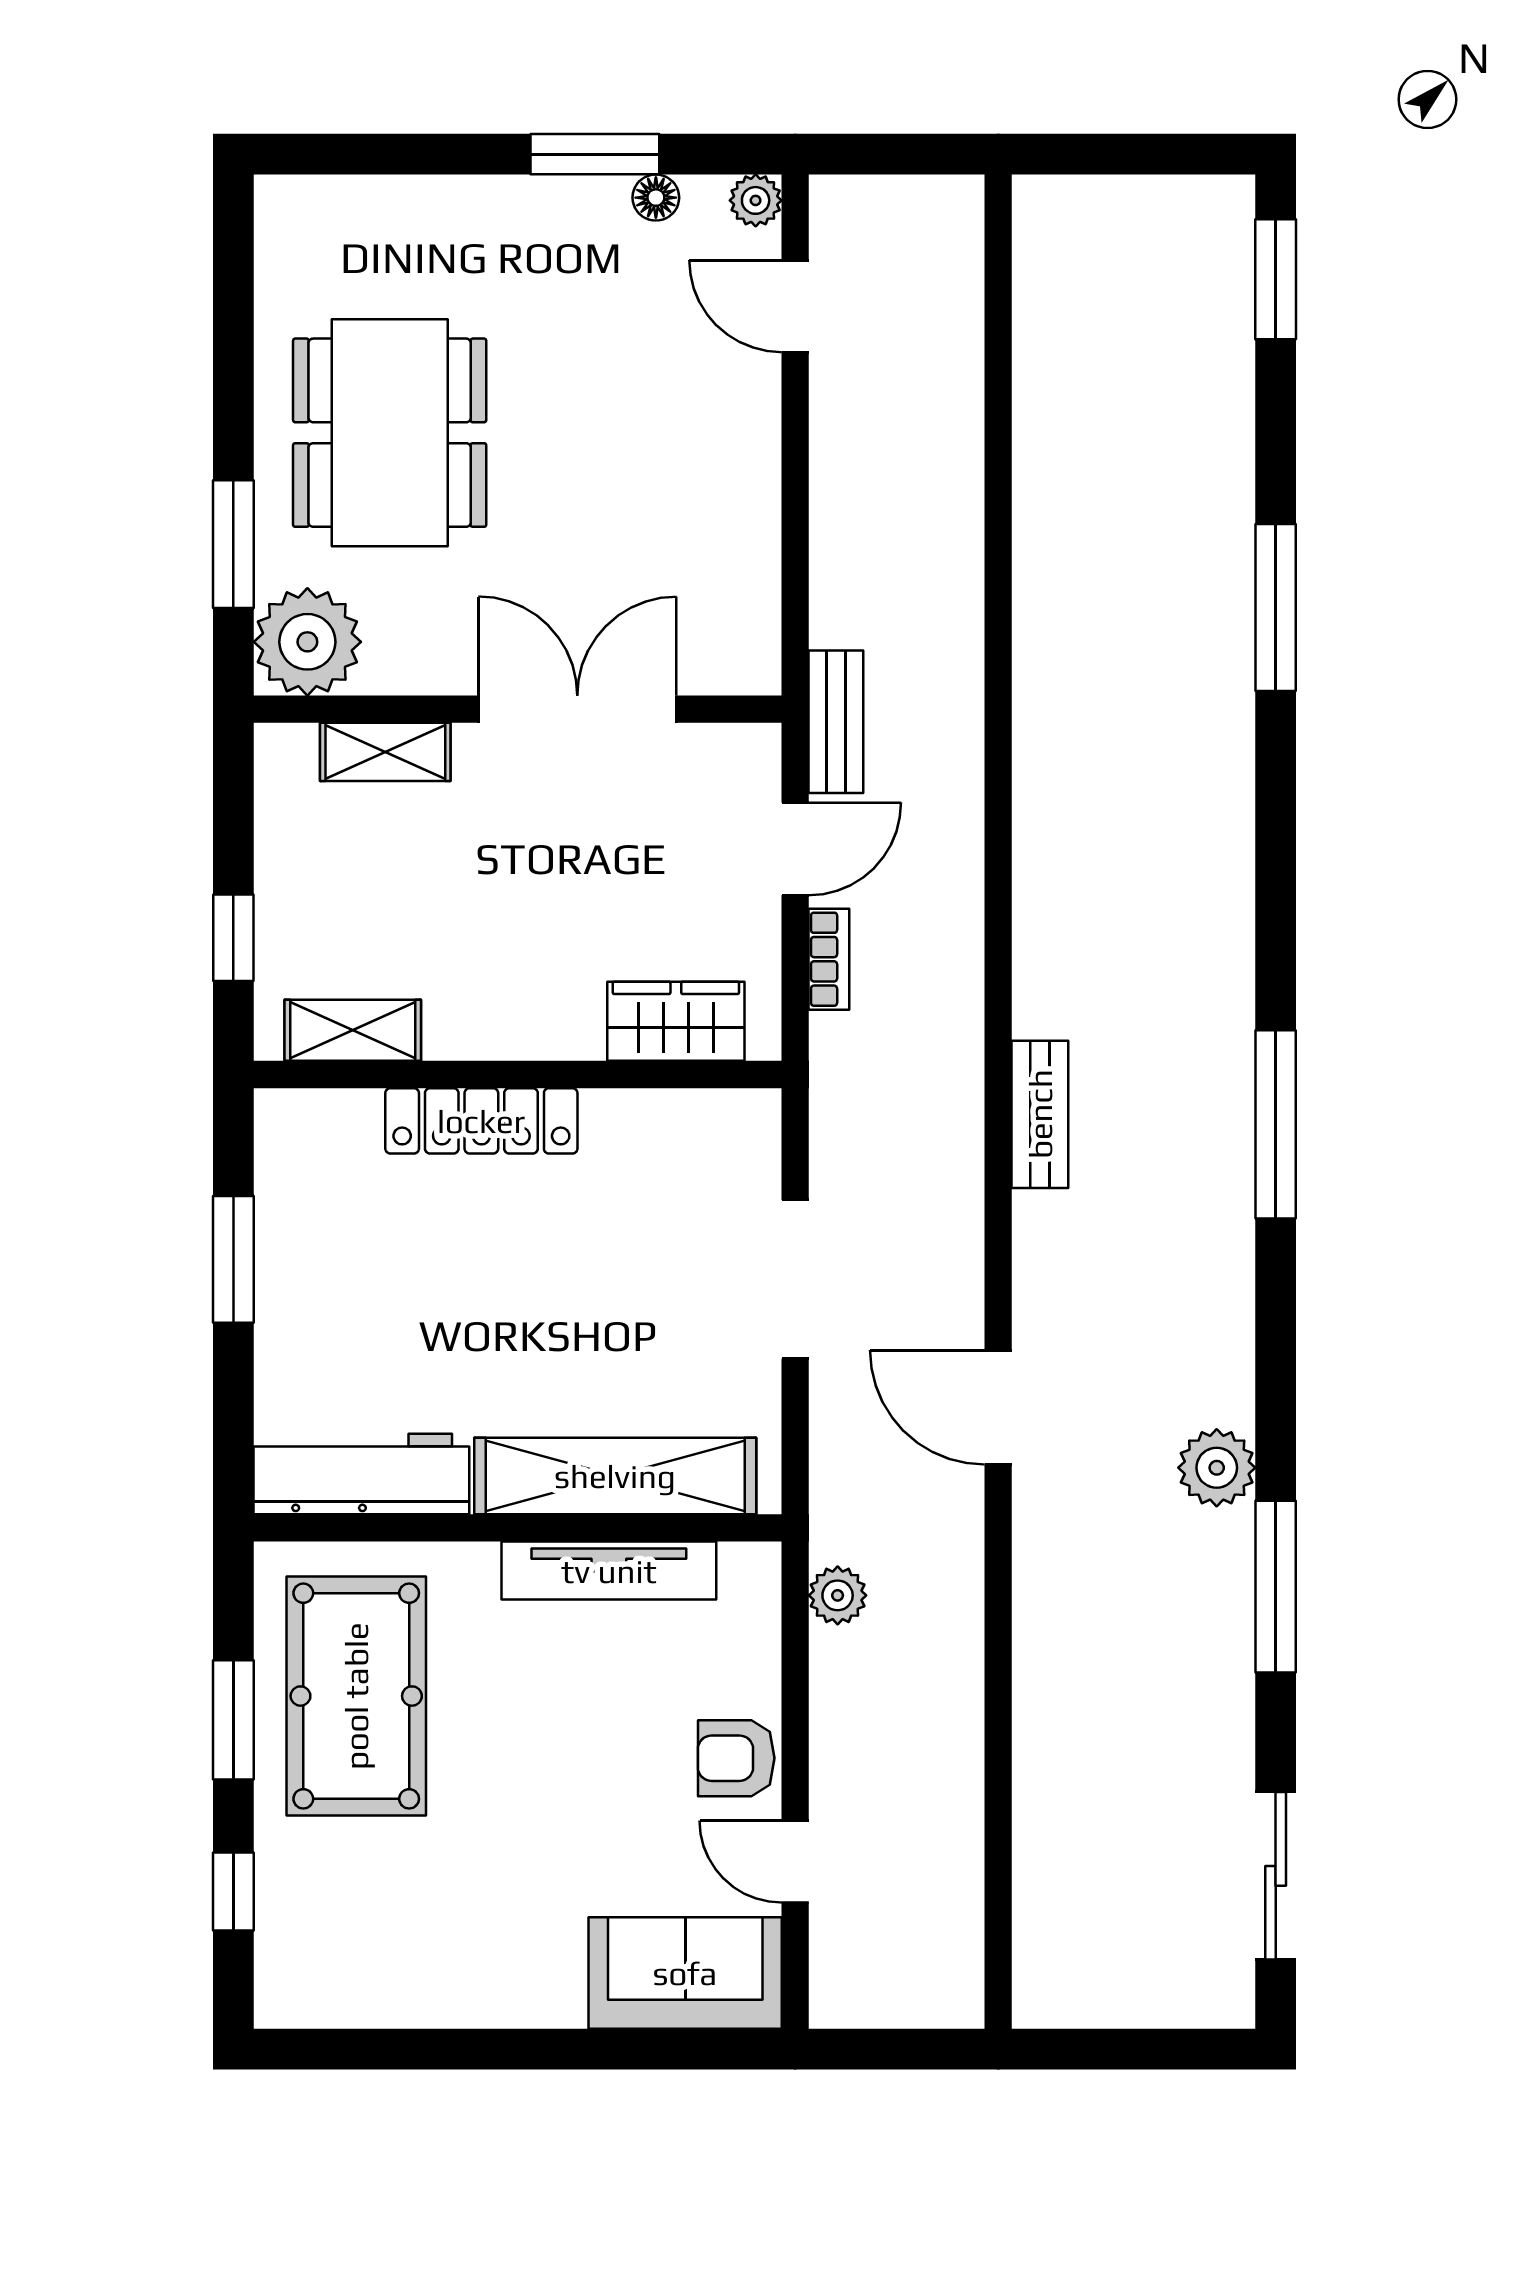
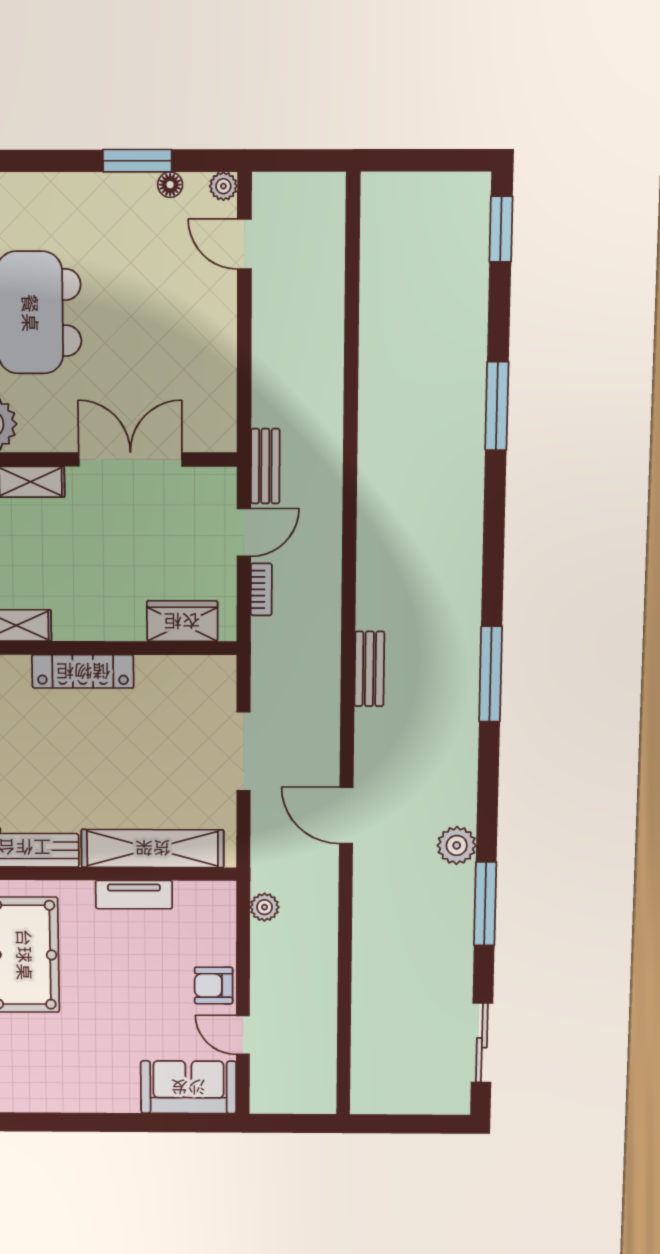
tv unit: (609, 1571) -> (134, 895), width x0.71

